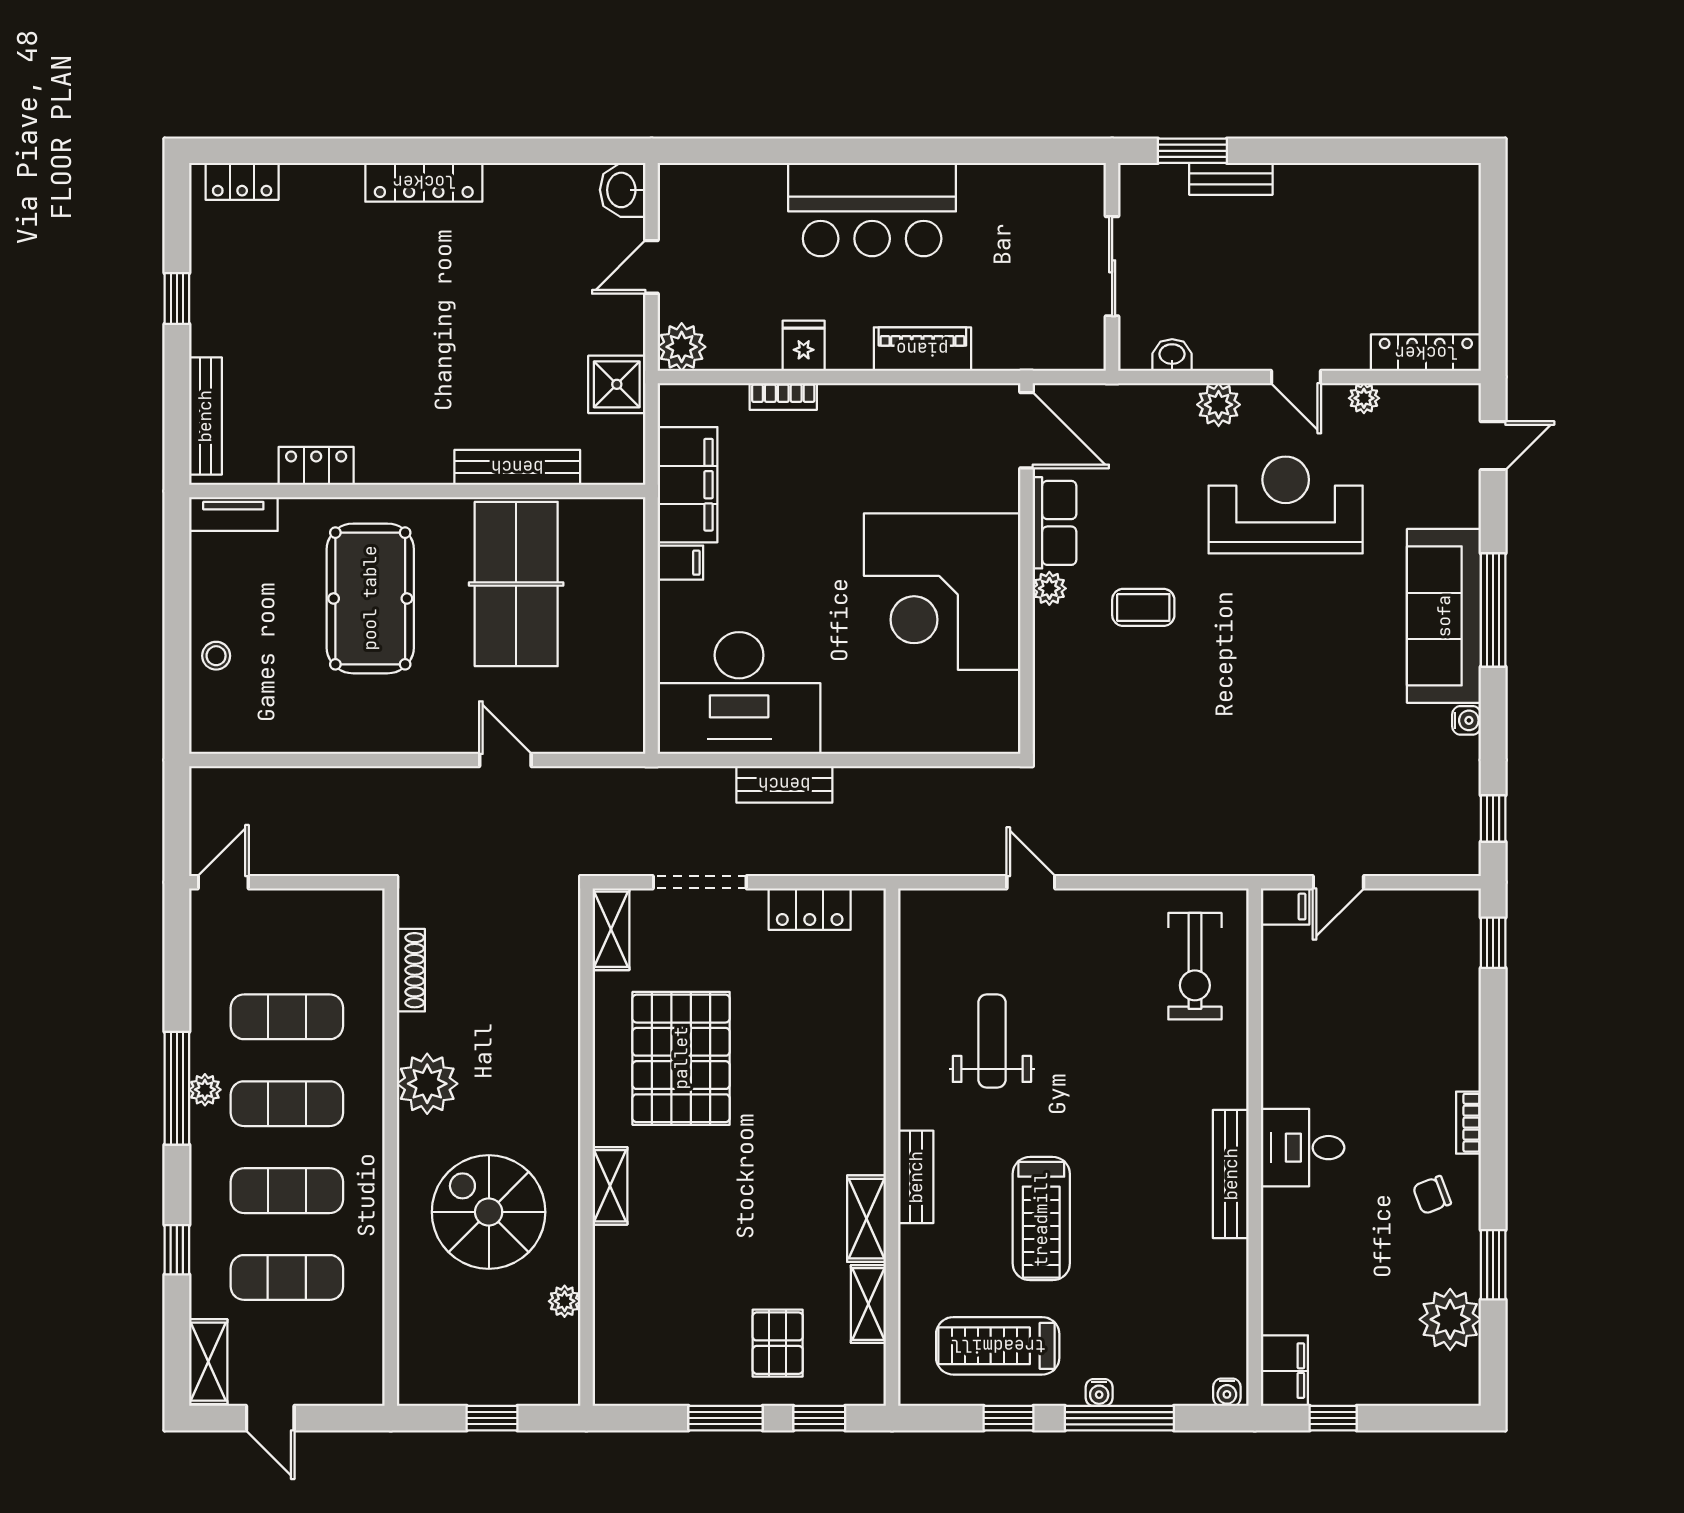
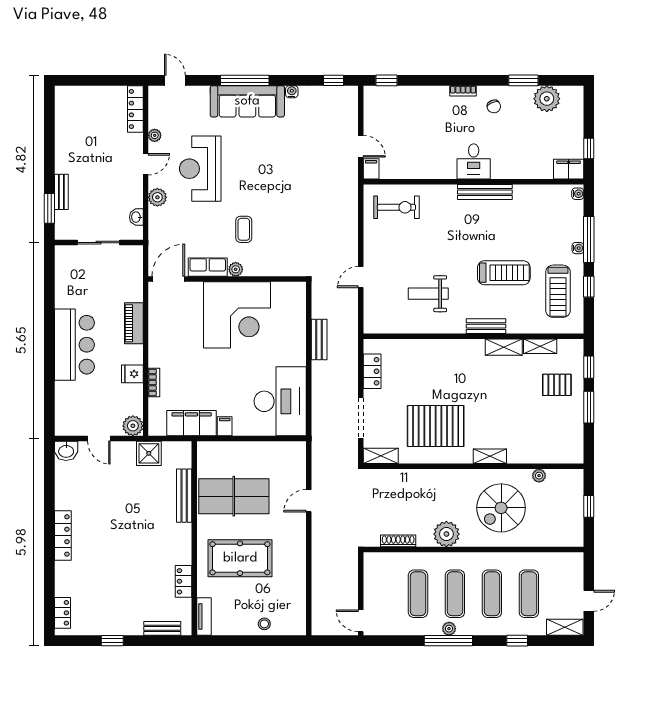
bench: (205, 416) -> (162, 628), width x0.73
bench: (784, 784) -> (319, 340), moved

